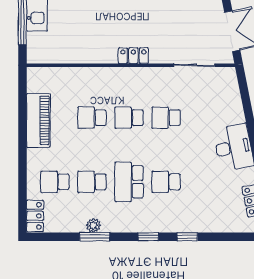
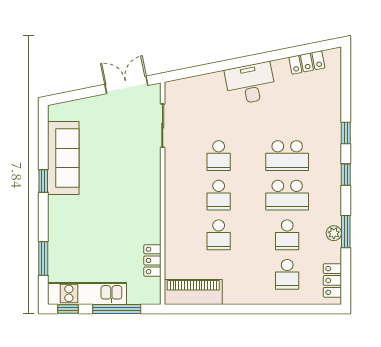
locker: (133, 56) -> (152, 260), moved
piano: (38, 120) -> (193, 292), moved
school desk: (166, 182) -> (287, 156), width x1.85
locker: (35, 216) -> (332, 280), moved, turned -90

